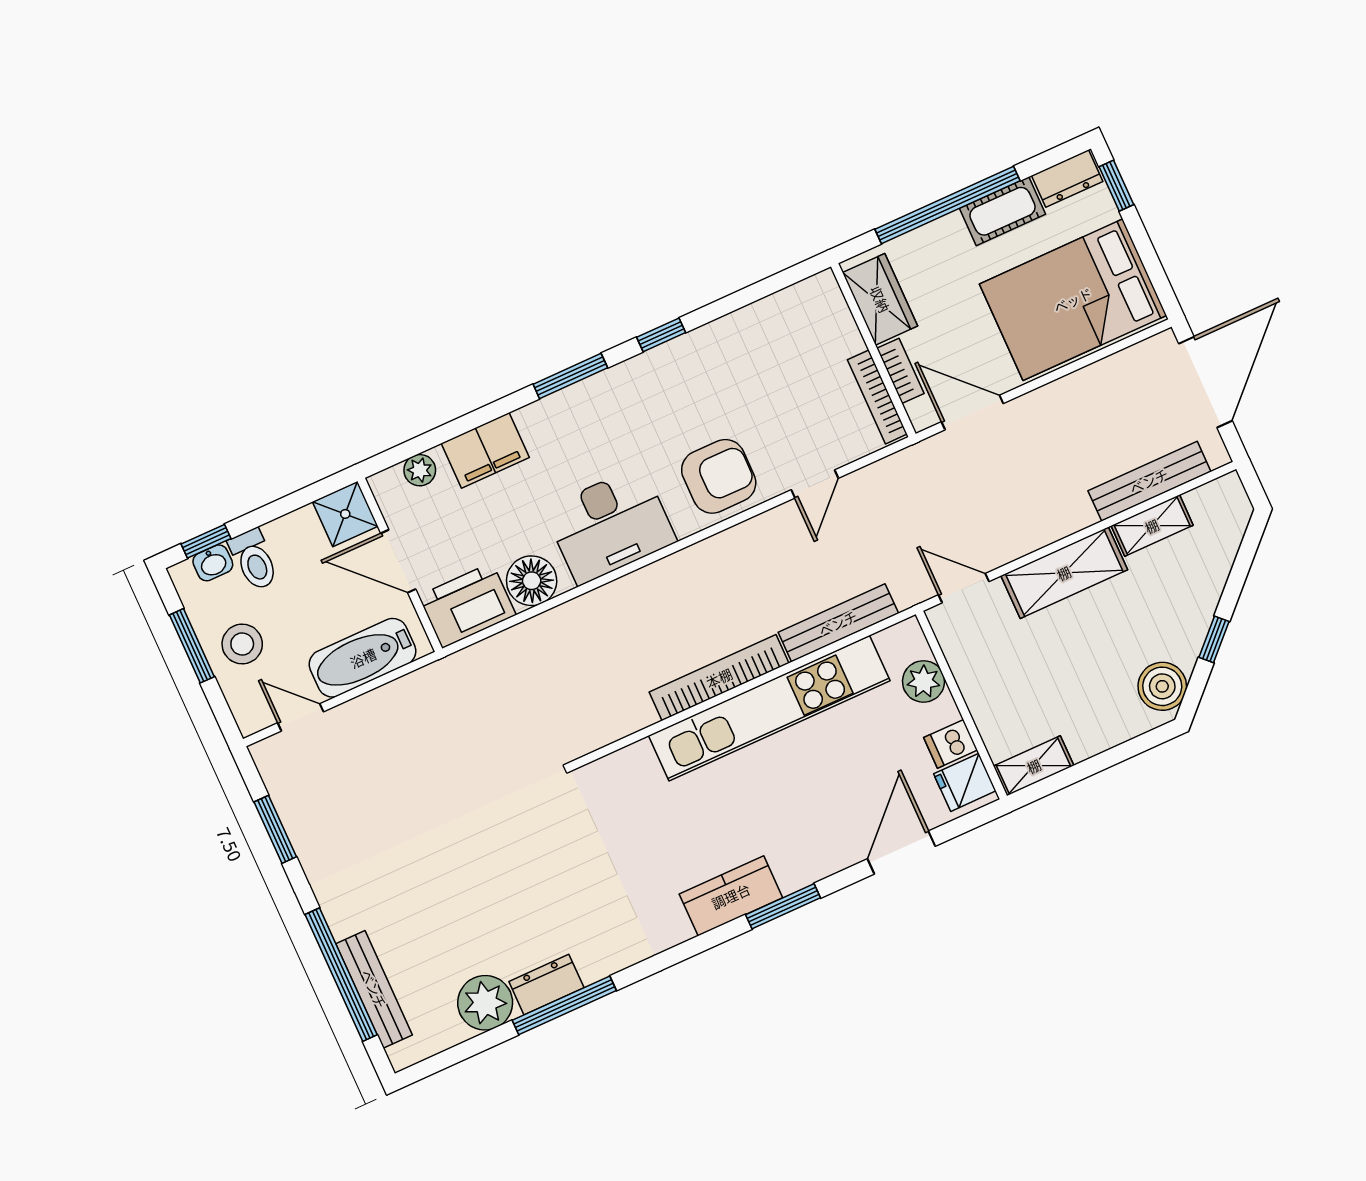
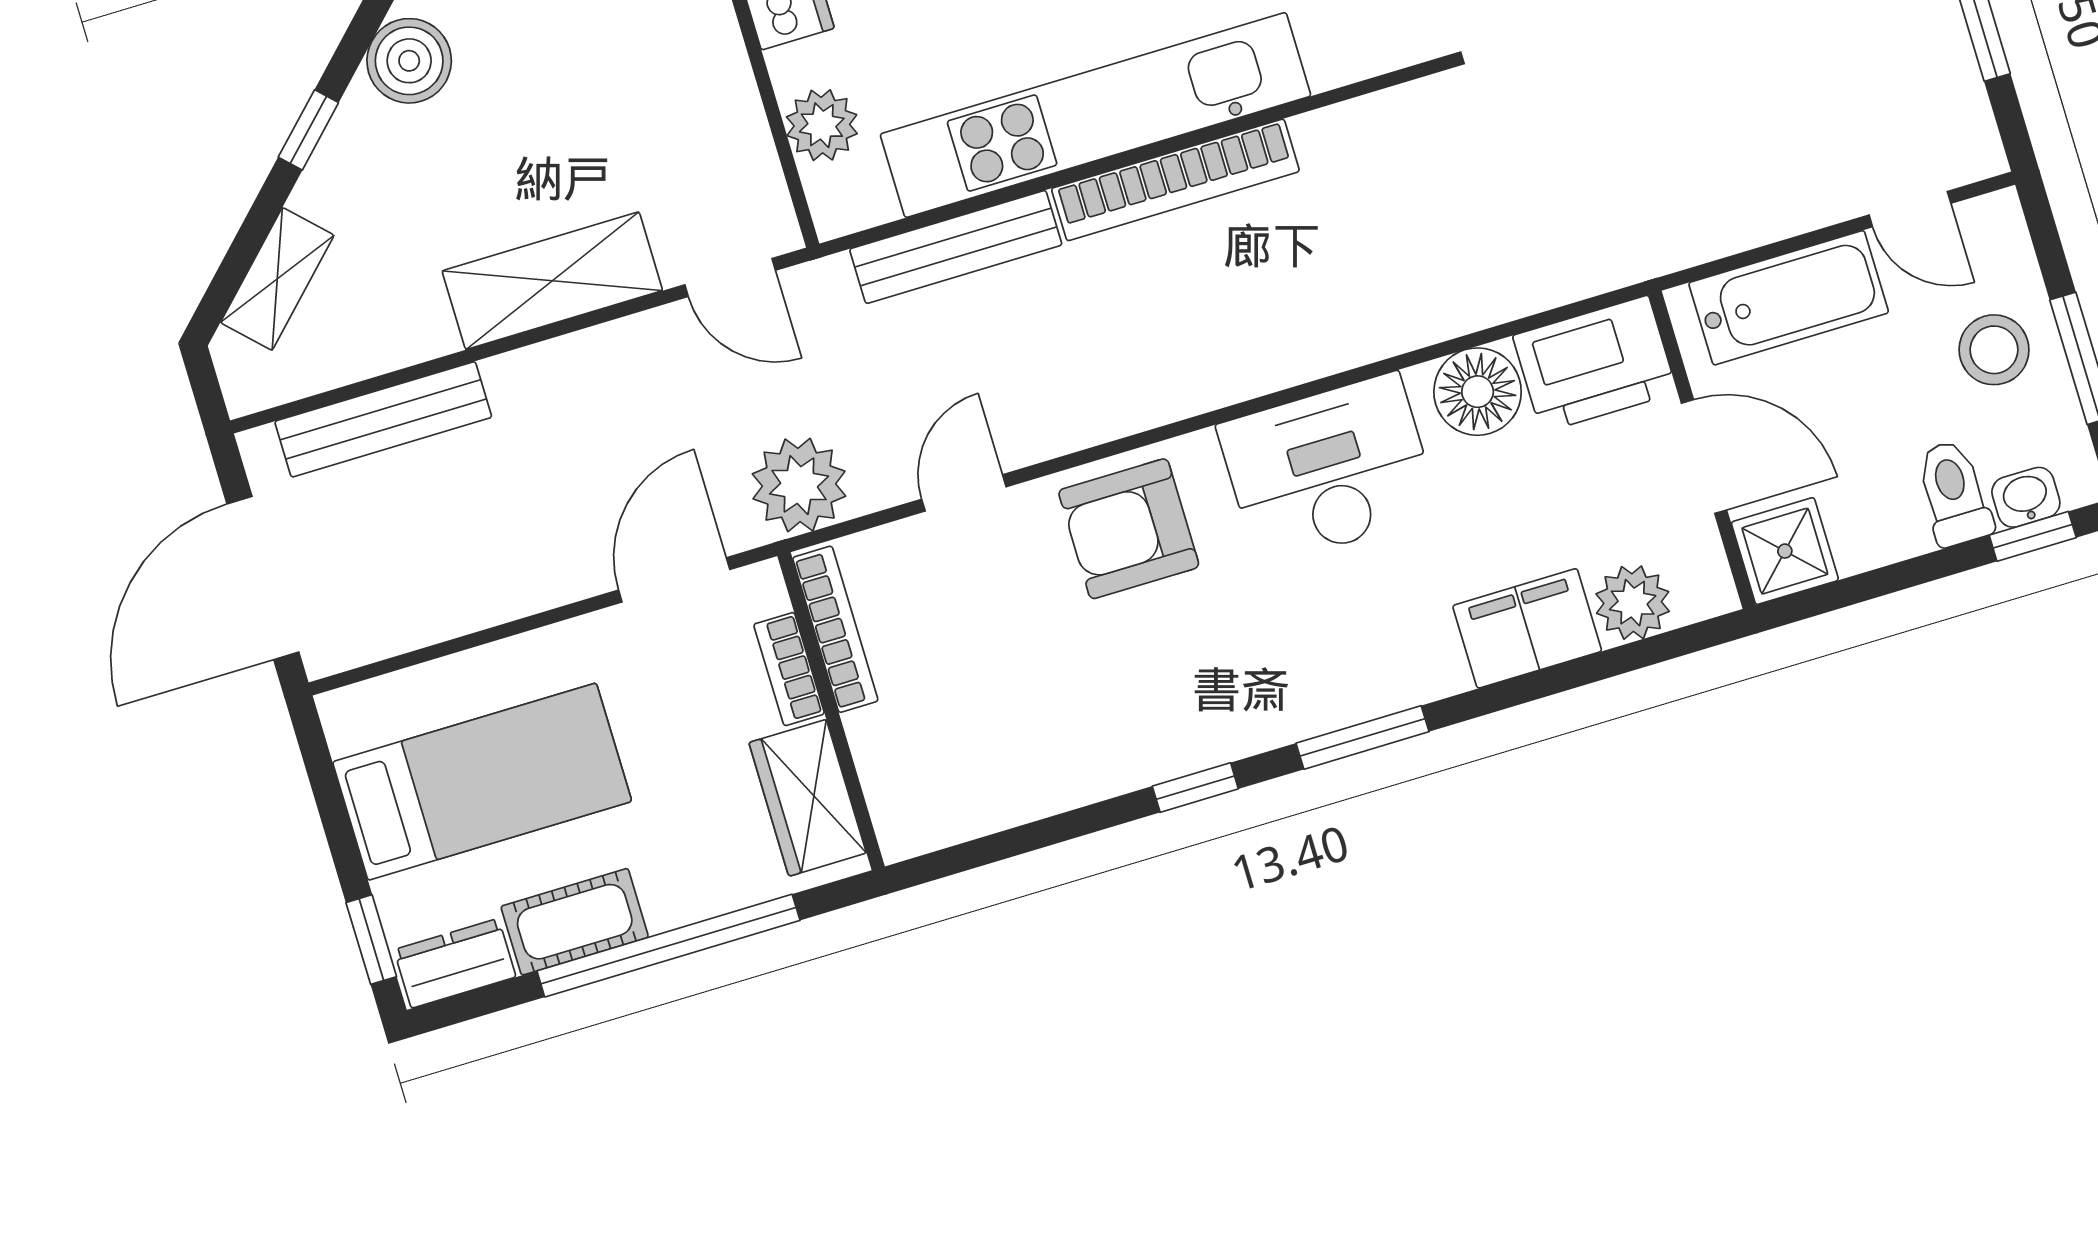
bed: (1073, 300) -> (482, 782), width x0.67
door: (972, 413) -> (674, 580), swing flipped
plant: (420, 470) -> (1633, 603), width x1.38, depth x1.38
plant: (909, 476) -> (799, 485), added
shelving: (1152, 526) -> (277, 279), moved, turned -45

